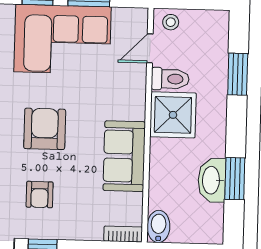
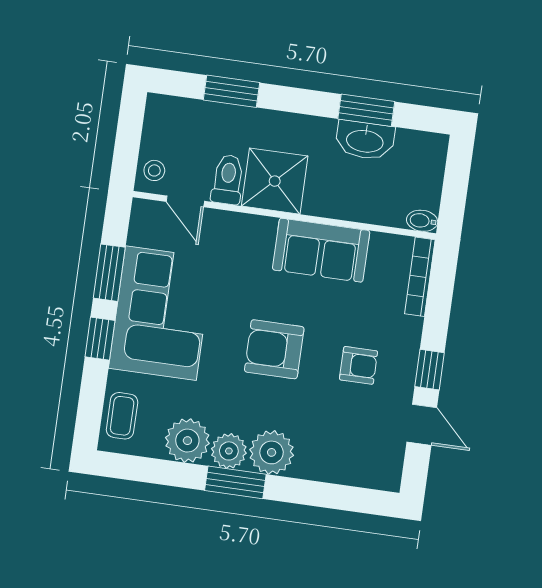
bidet: (159, 226) -> (422, 221), width x0.72, depth x0.74
bookcase: (123, 234) -> (420, 277), width x1.56

